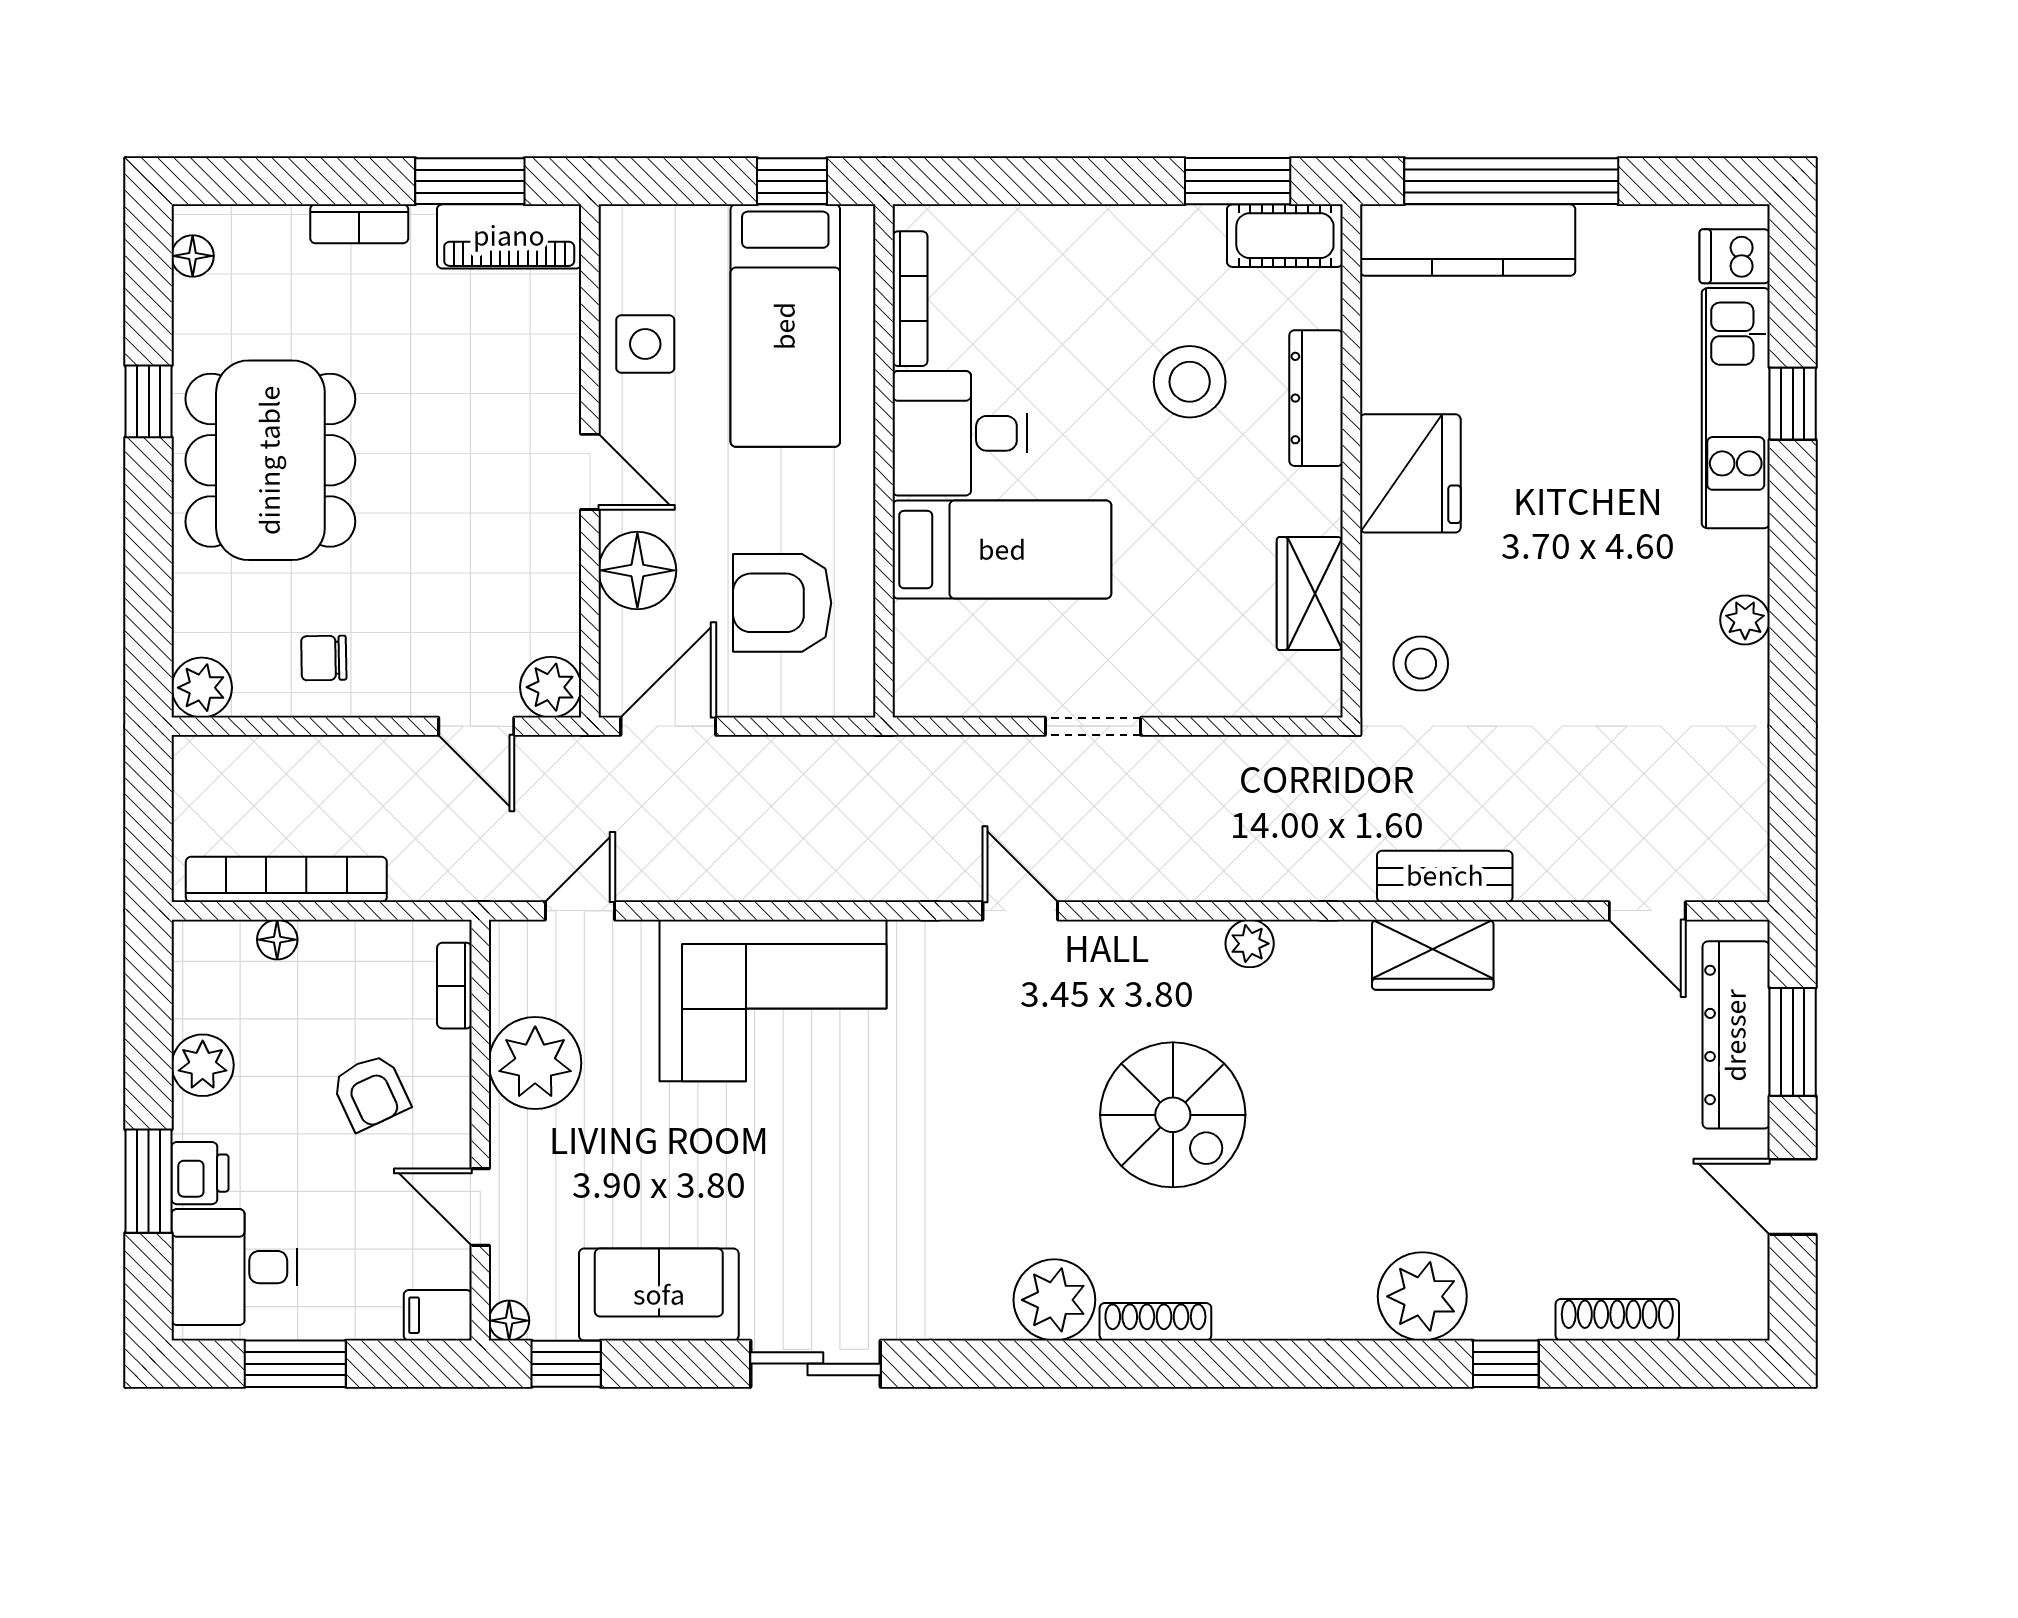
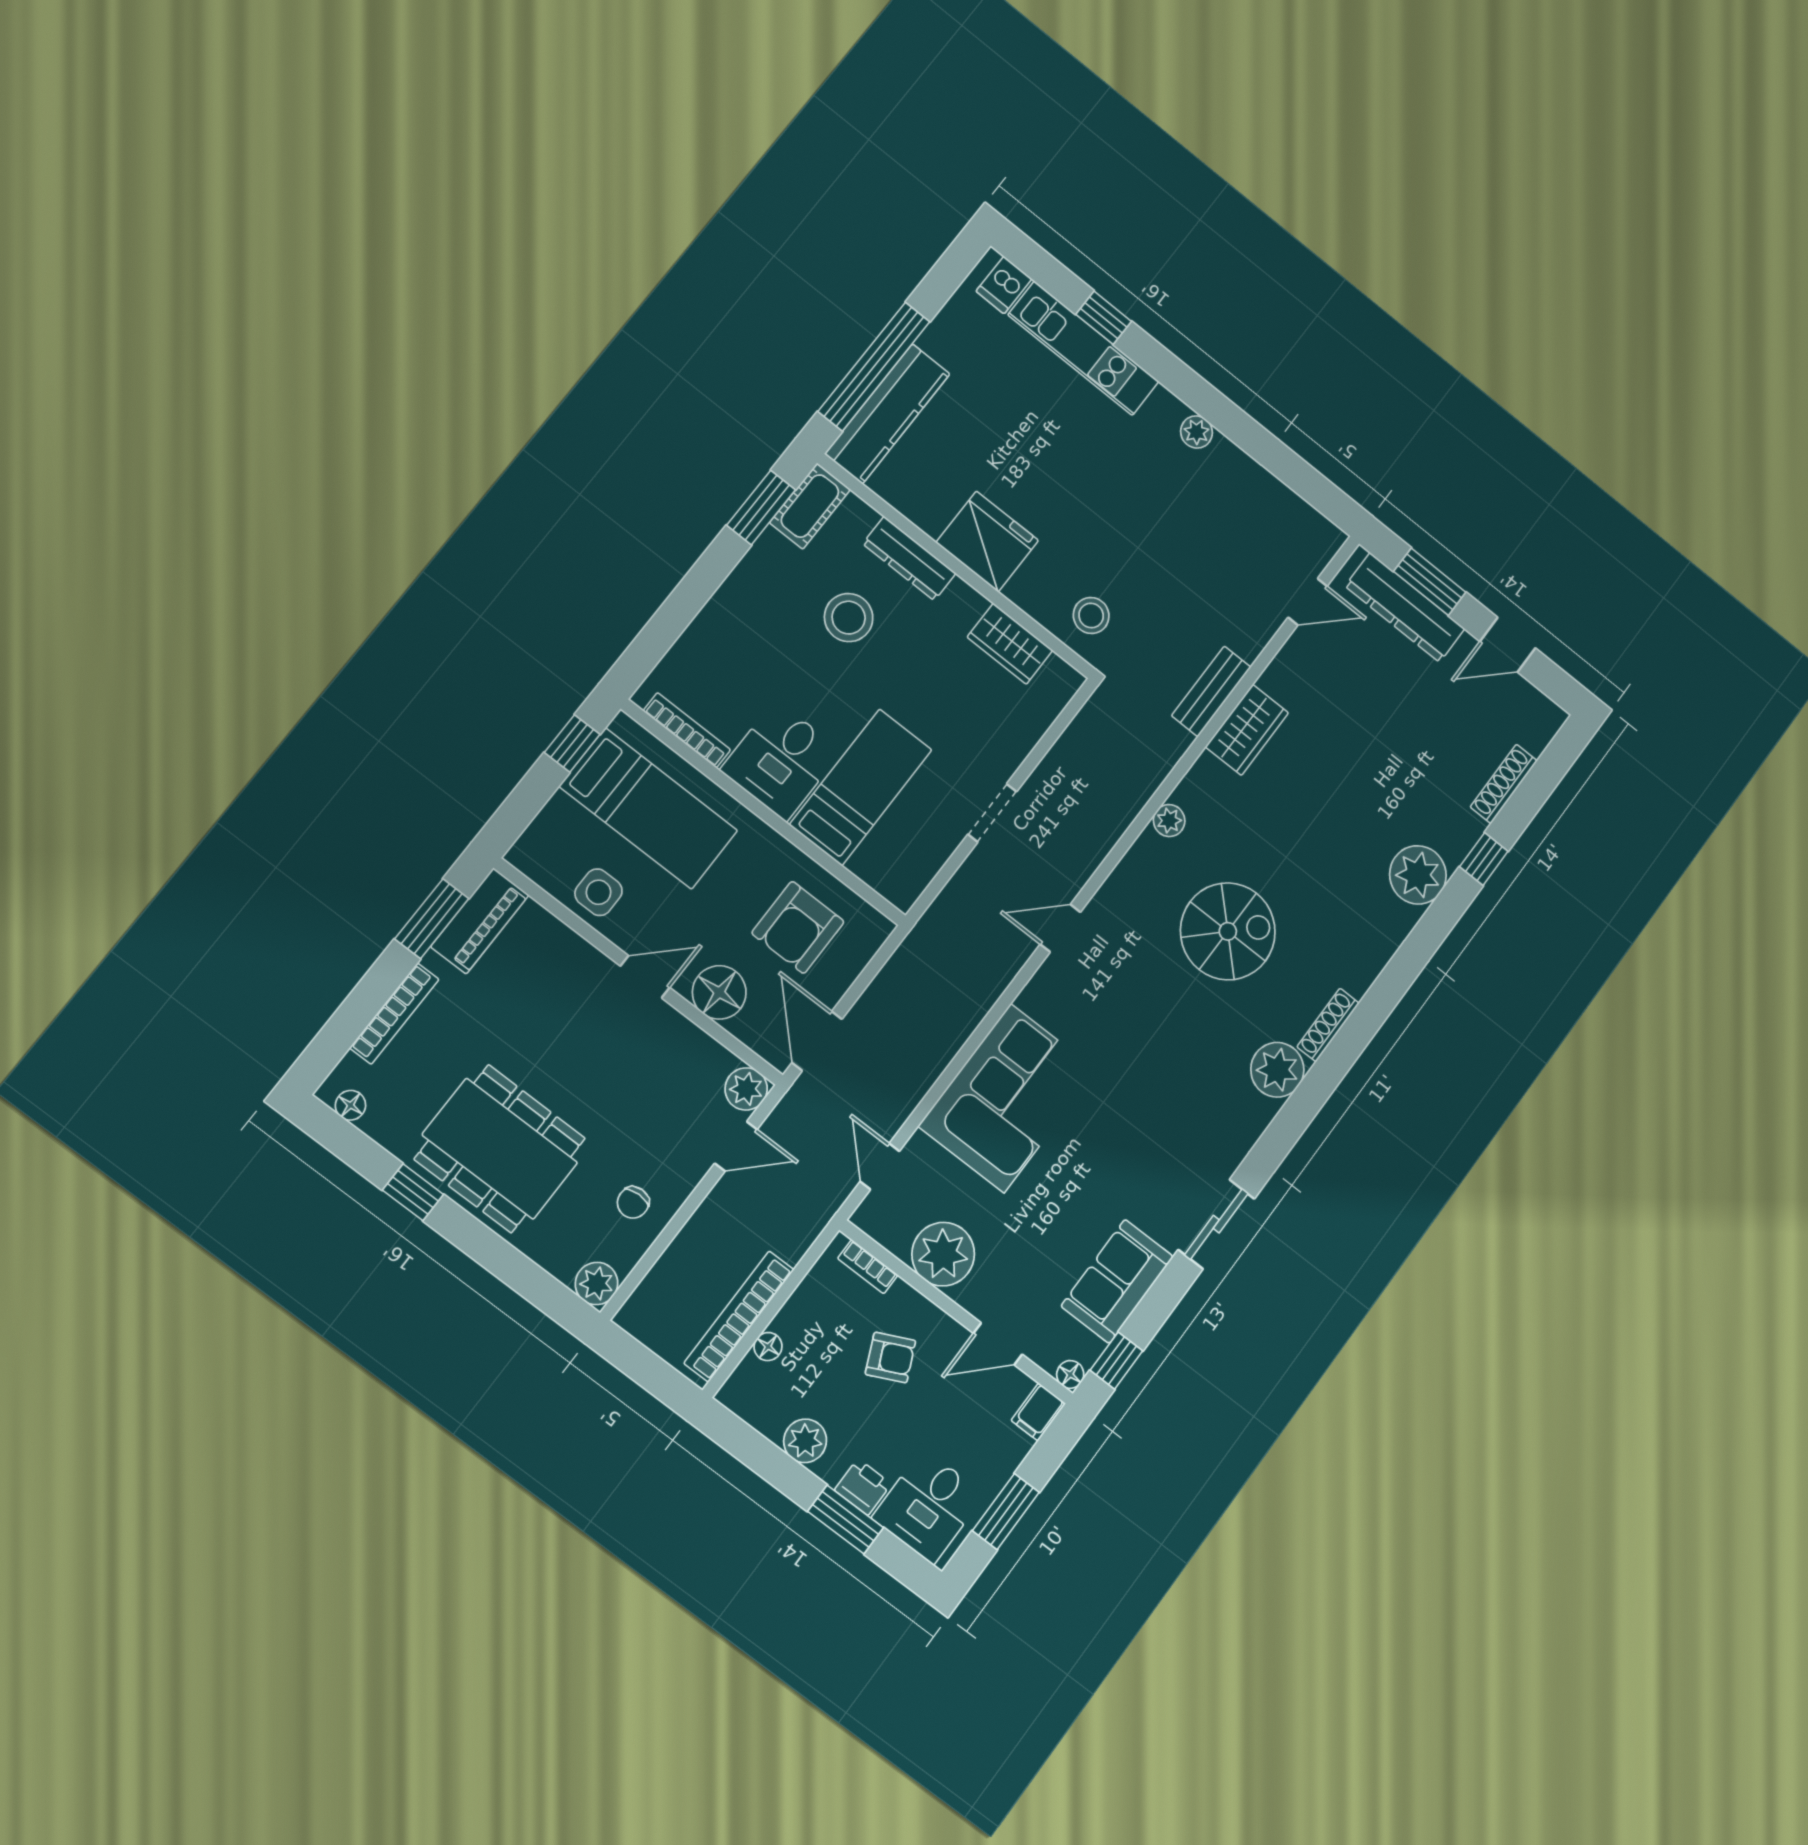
bookcase: (359, 224) -> (394, 1014), width x1.56

